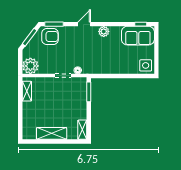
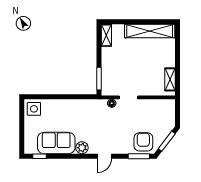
sofa: (138, 36) -> (56, 143), moved
armchair: (50, 37) -> (143, 142), turned 90
plant: (30, 66) -> (166, 108), removed
shelving: (52, 133) -> (150, 31), width x1.47

